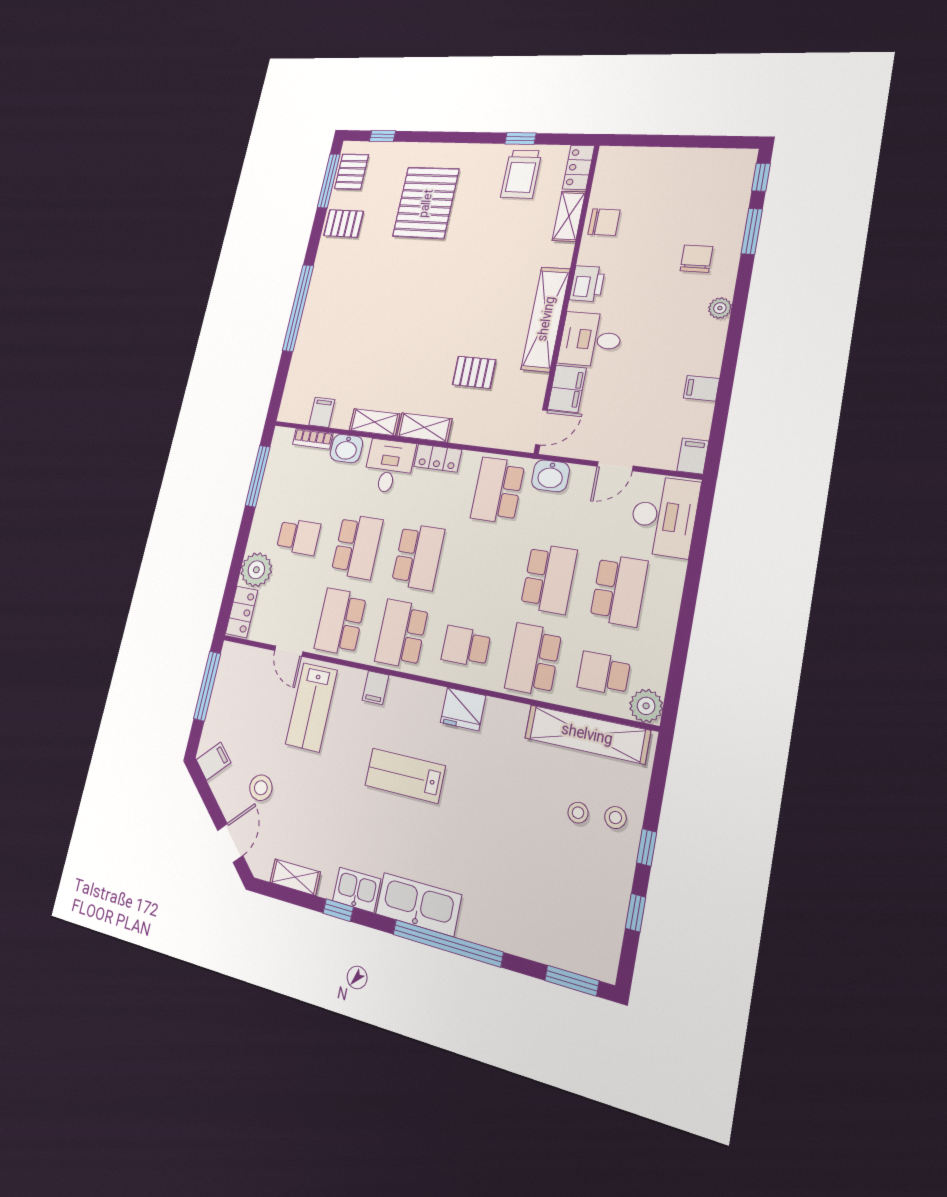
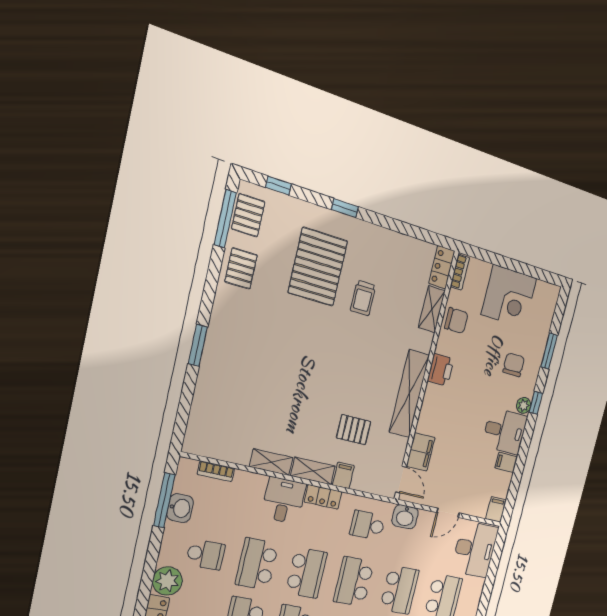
window: (520, 138) -> (345, 208), moved
bookcase: (604, 167) -> (460, 272), added
trolley: (521, 174) -> (363, 298), moved, width x0.73, depth x0.72
window: (761, 177) -> (536, 403), moved
corner desk: (678, 178) -> (509, 296), added
pallet: (344, 223) -> (241, 268), turned 90
window: (298, 308) -> (198, 345), width x0.47
desk: (590, 340) -> (505, 431), moved, turned 180
filing cabinet: (322, 412) -> (343, 475), moved
door: (541, 427) -> (401, 480), hinge flipped
washbasin: (346, 448) -> (180, 508), moved, turned -90
school desk: (498, 490) -> (367, 525), width x0.54
school desk: (357, 547) -> (257, 564), turned 180
school desk: (482, 567) -> (354, 581), added

